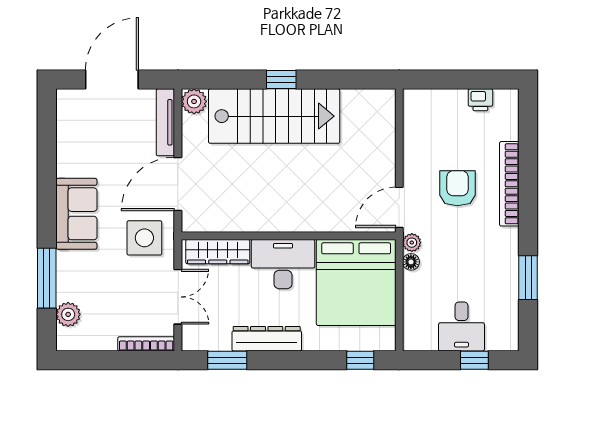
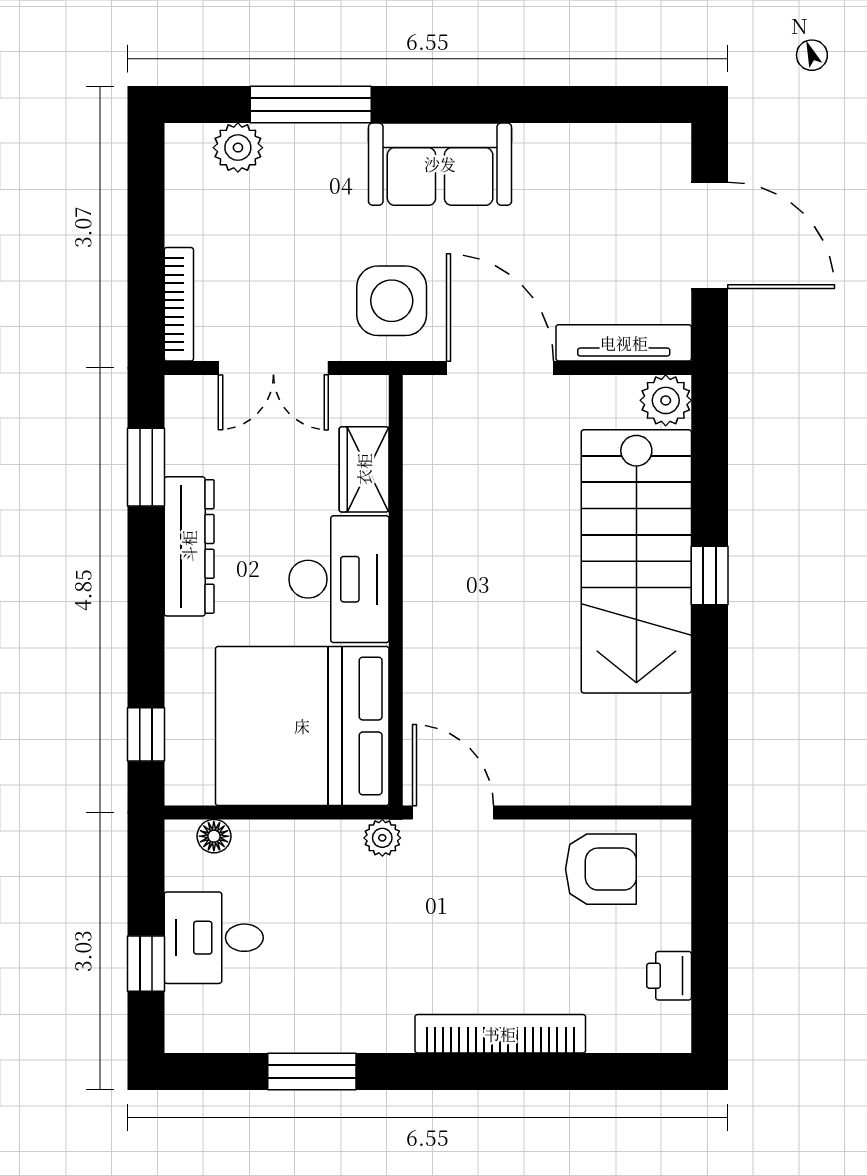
armchair: (457, 188) -> (601, 869), moved
wardrobe: (218, 252) -> (364, 469), width x0.67
floor lamp: (411, 262) -> (214, 836), moved

